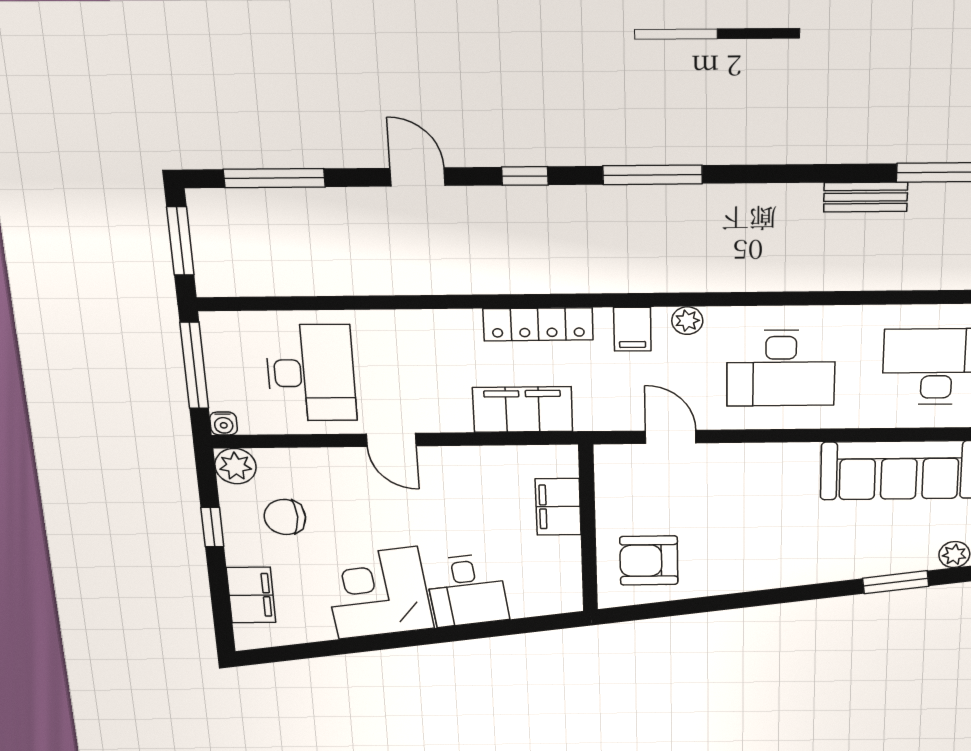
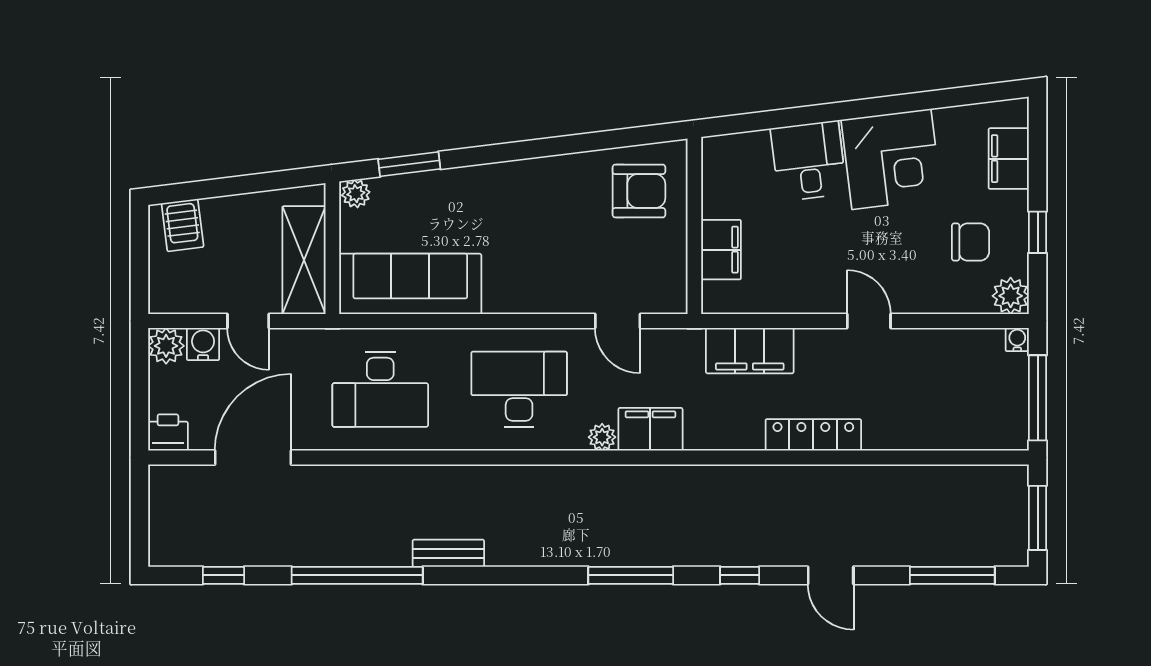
locker: (538, 324) -> (813, 435), moved
filing cabinet: (632, 329) -> (650, 429), width x2.00
desk: (311, 373) -> (936, 389), removed

